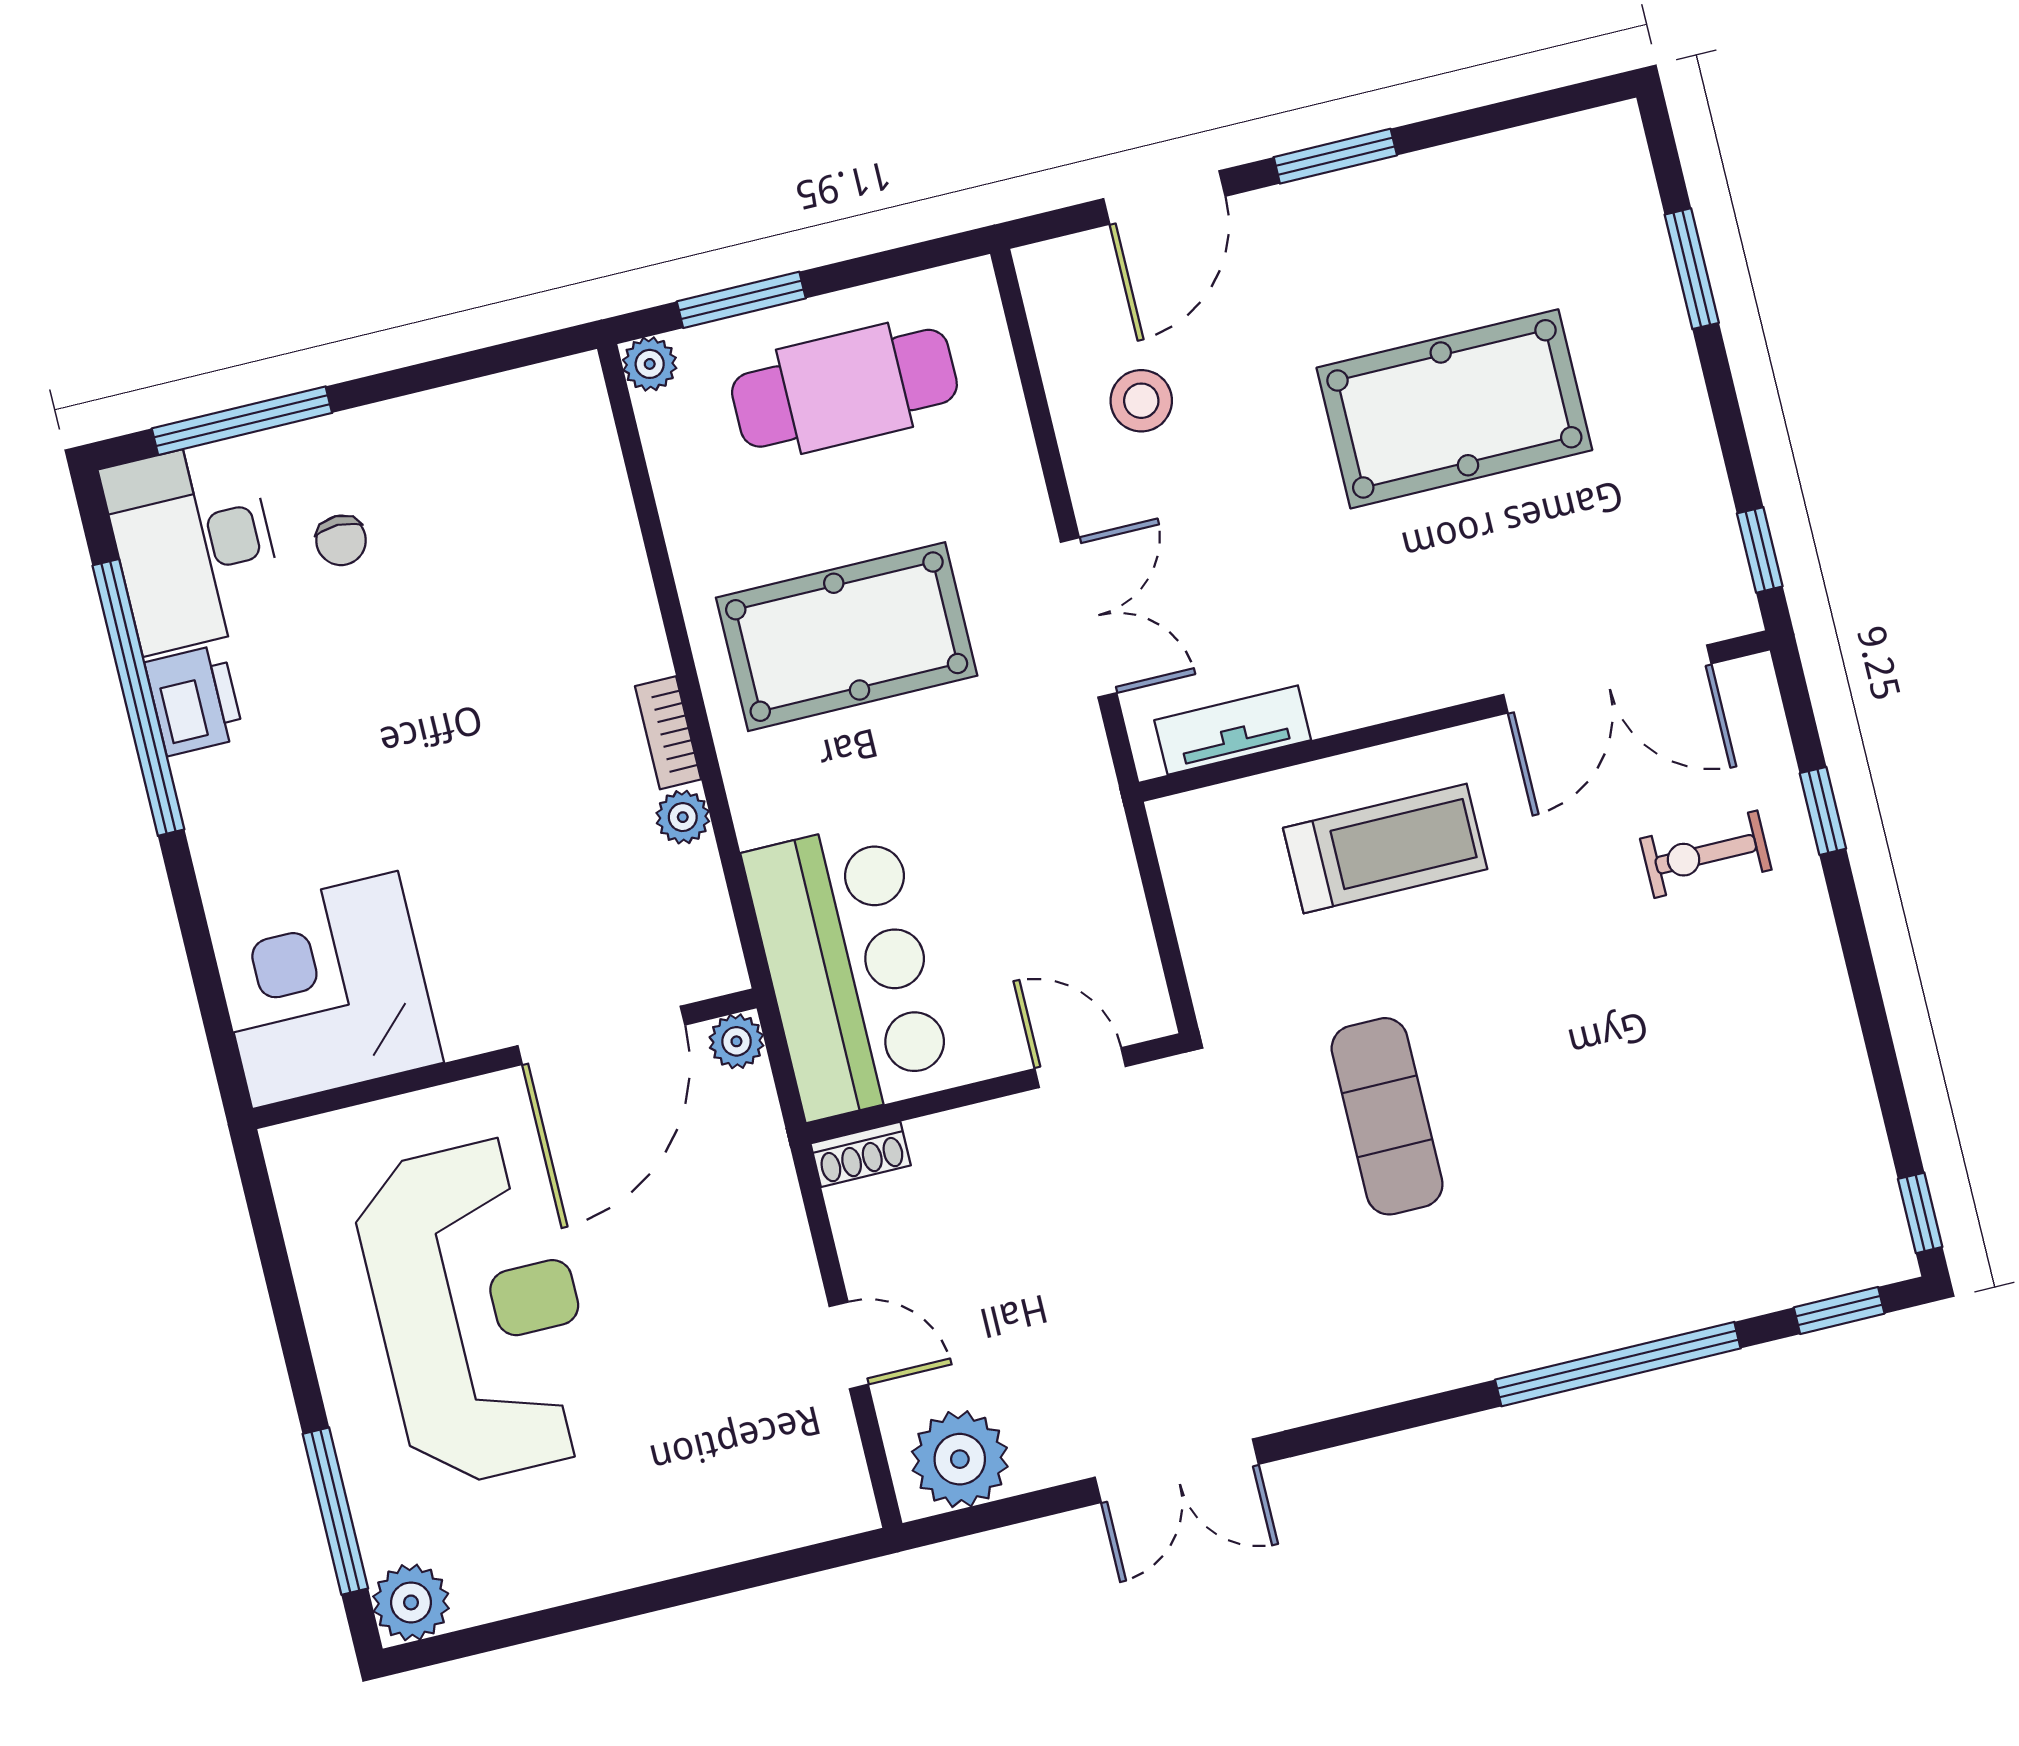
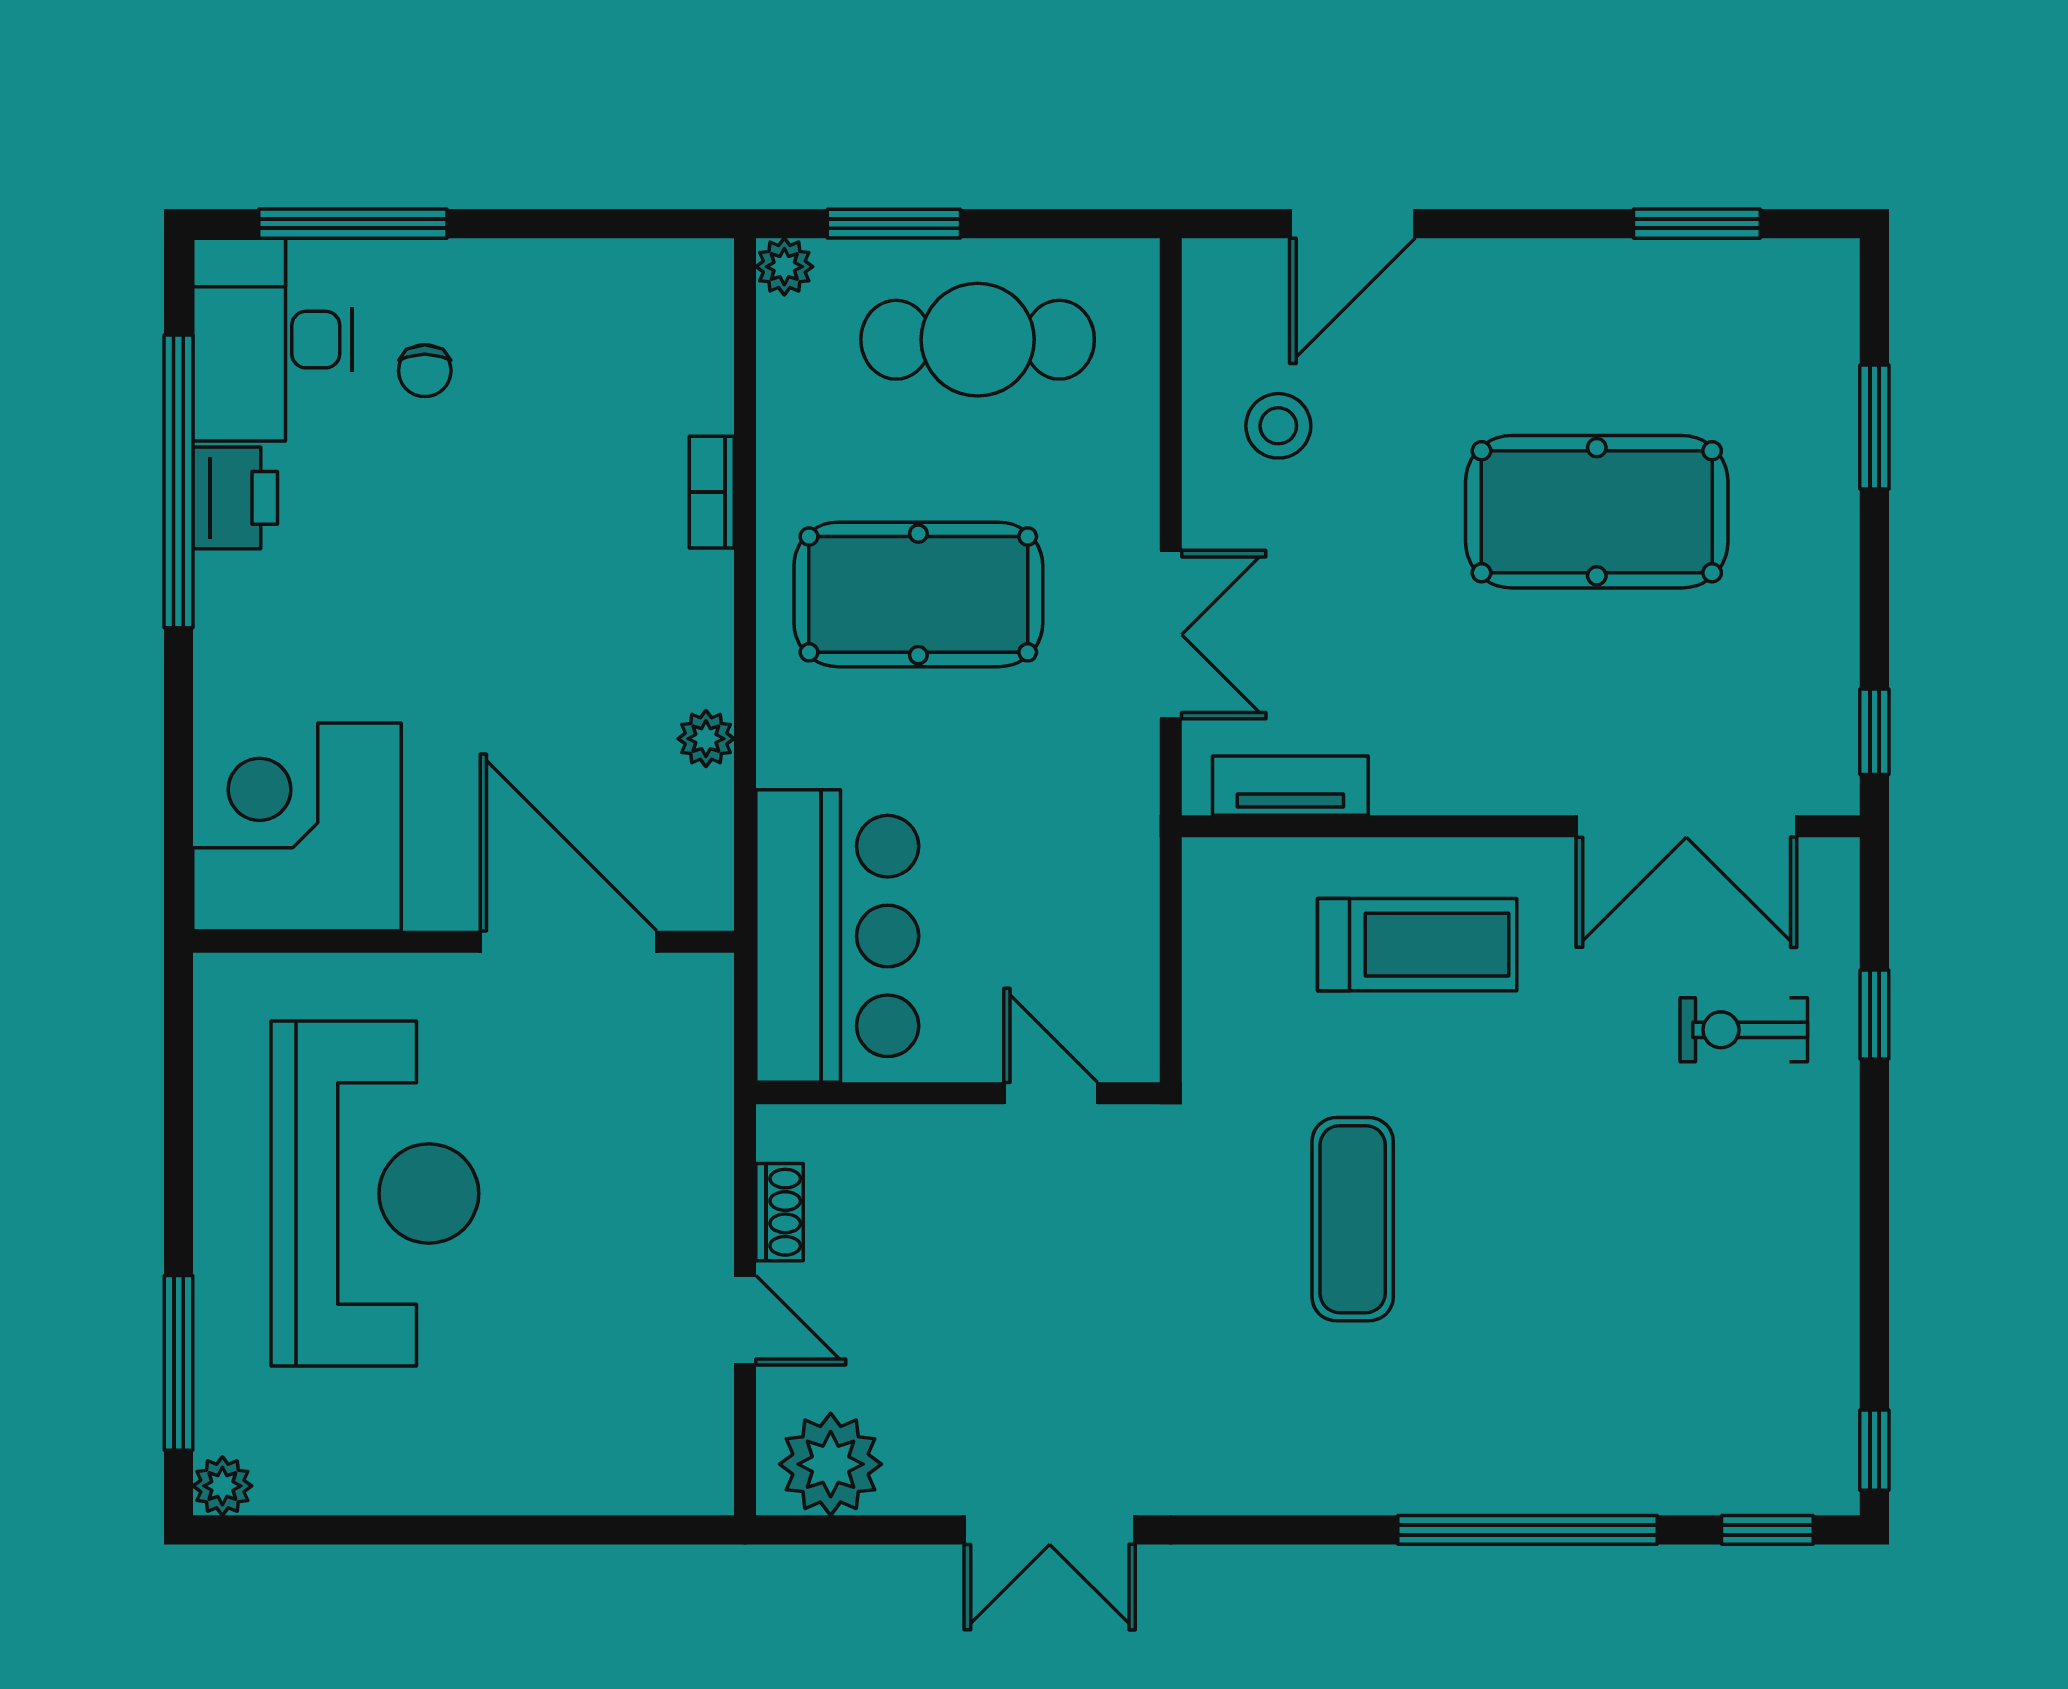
window: (1335, 156) -> (1697, 224), moved
bookcase: (668, 733) -> (712, 492), moved
door: (601, 1035) -> (569, 942), swing flipped
plant: (736, 1041) -> (705, 981), removed
shoe rack: (861, 1154) -> (779, 1212), moved, turned -90
plant: (411, 1602) -> (222, 1486), width x0.73, depth x0.73

